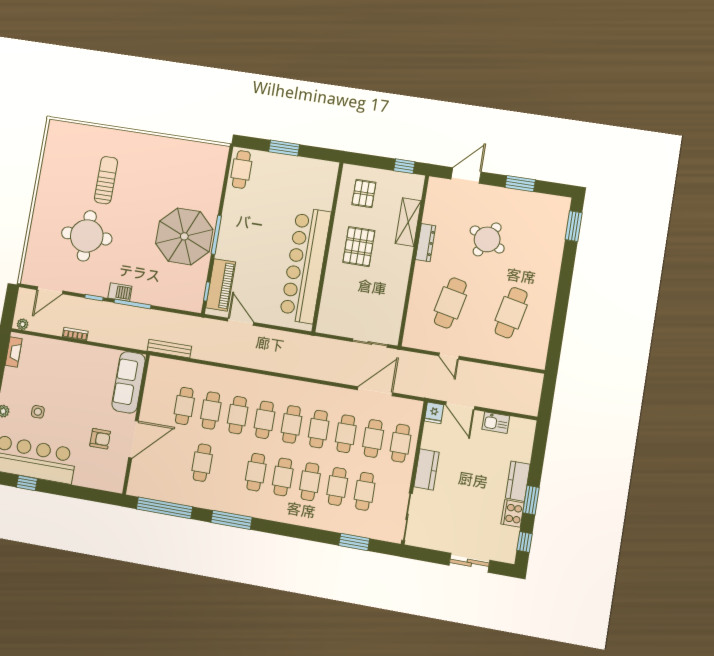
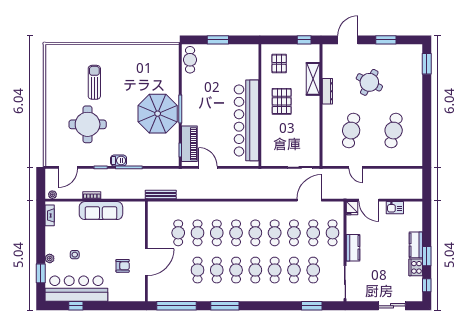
sofa: (129, 382) -> (101, 211), moved, turned -90
cafe table: (229, 467) -> (217, 270), added

